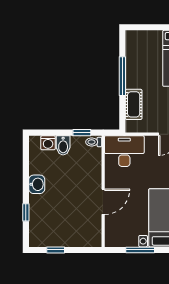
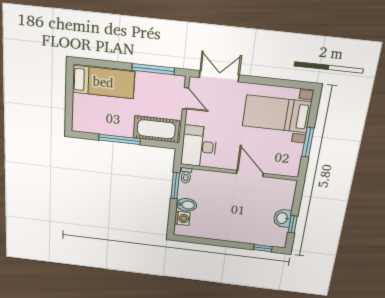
cot: (134, 104) -> (156, 129), width x1.37, depth x1.34
window: (82, 133) -> (175, 186), width x1.50
washbasin: (37, 184) -> (282, 218), moved, turned -90
window: (26, 212) -> (263, 248), moved

